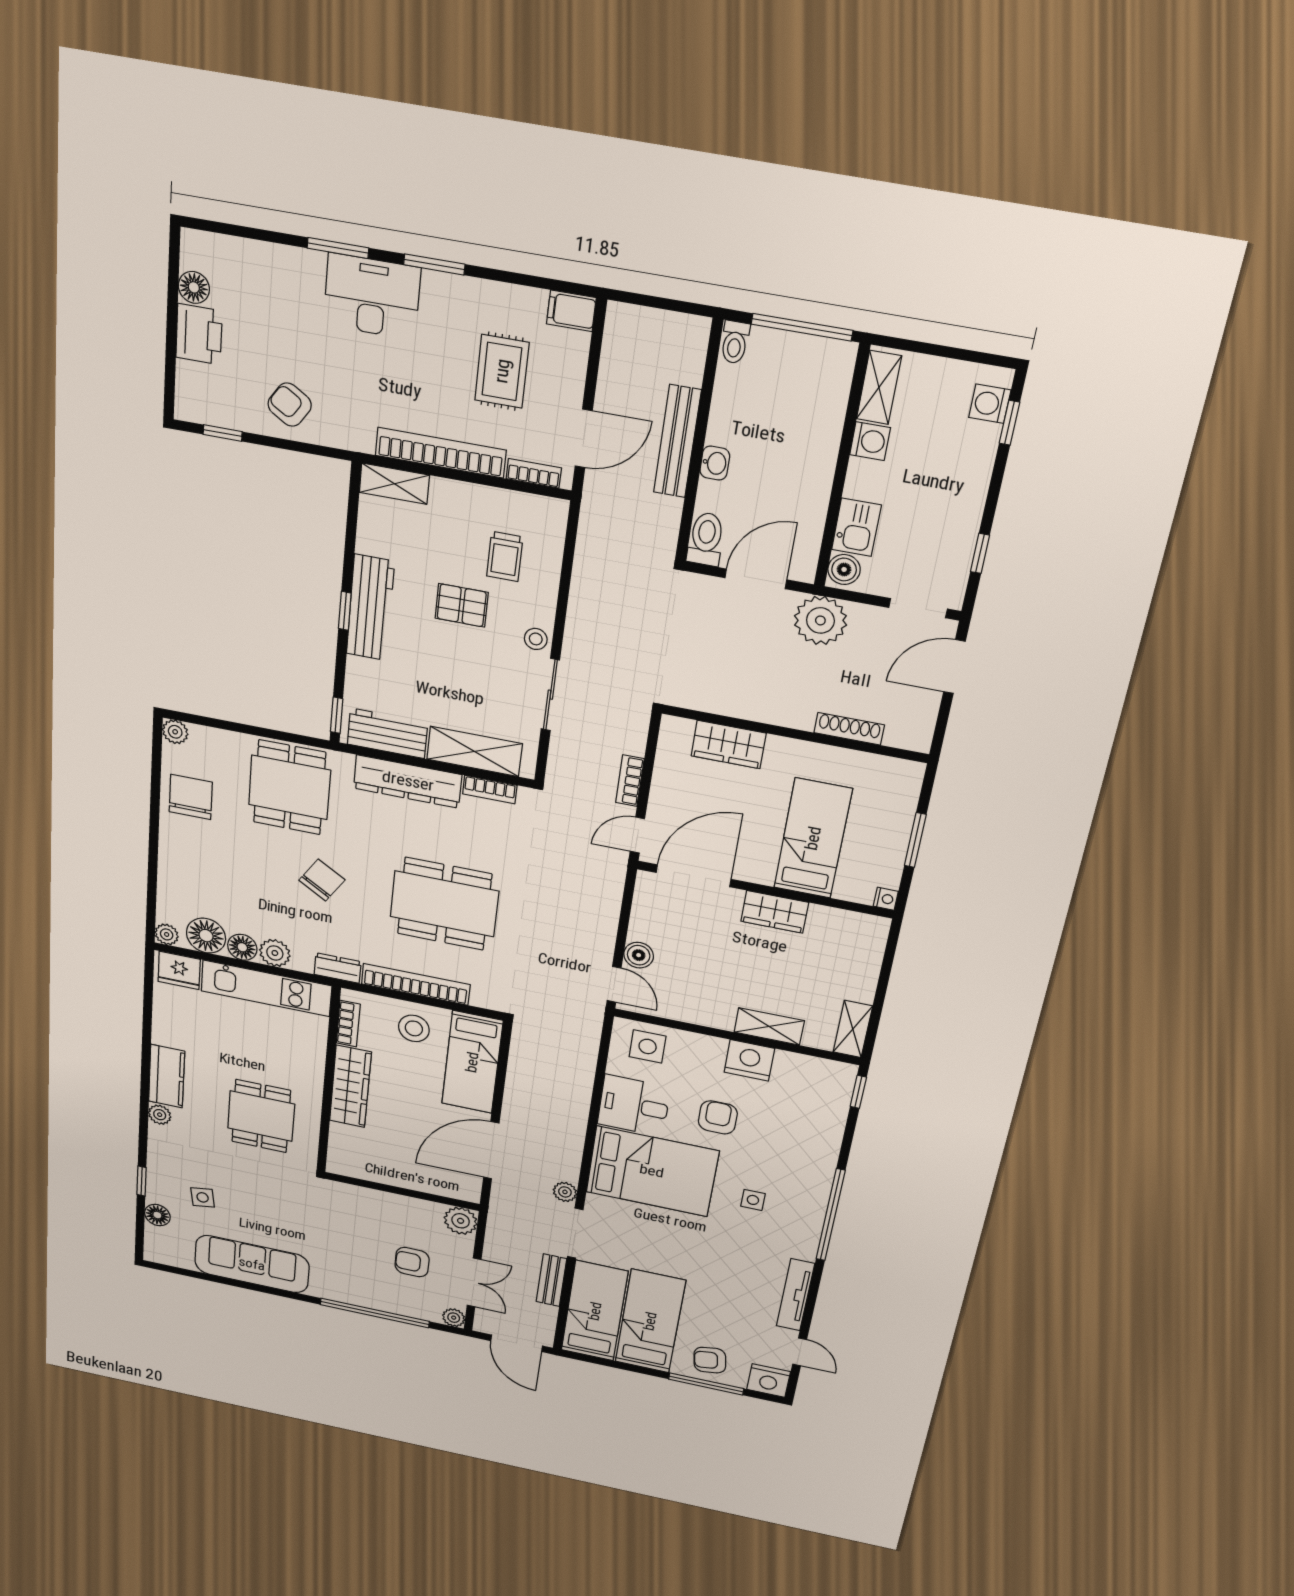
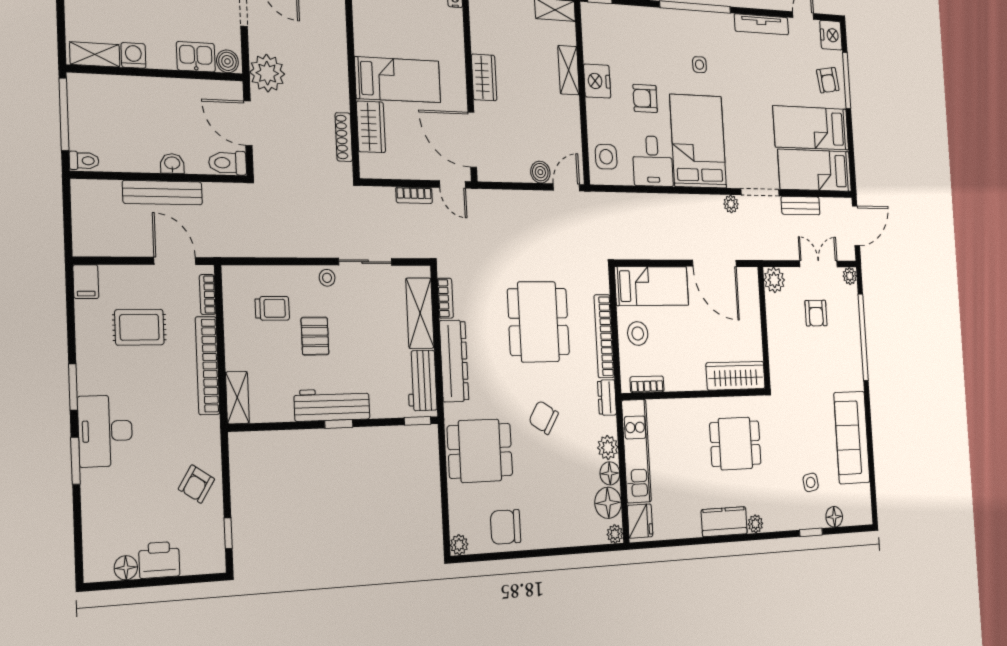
shoe rack: (849, 729) -> (344, 137), moved
bed: (813, 838) -> (398, 80), moved, turned 180
wardrobe: (350, 1086) -> (736, 376), moved

